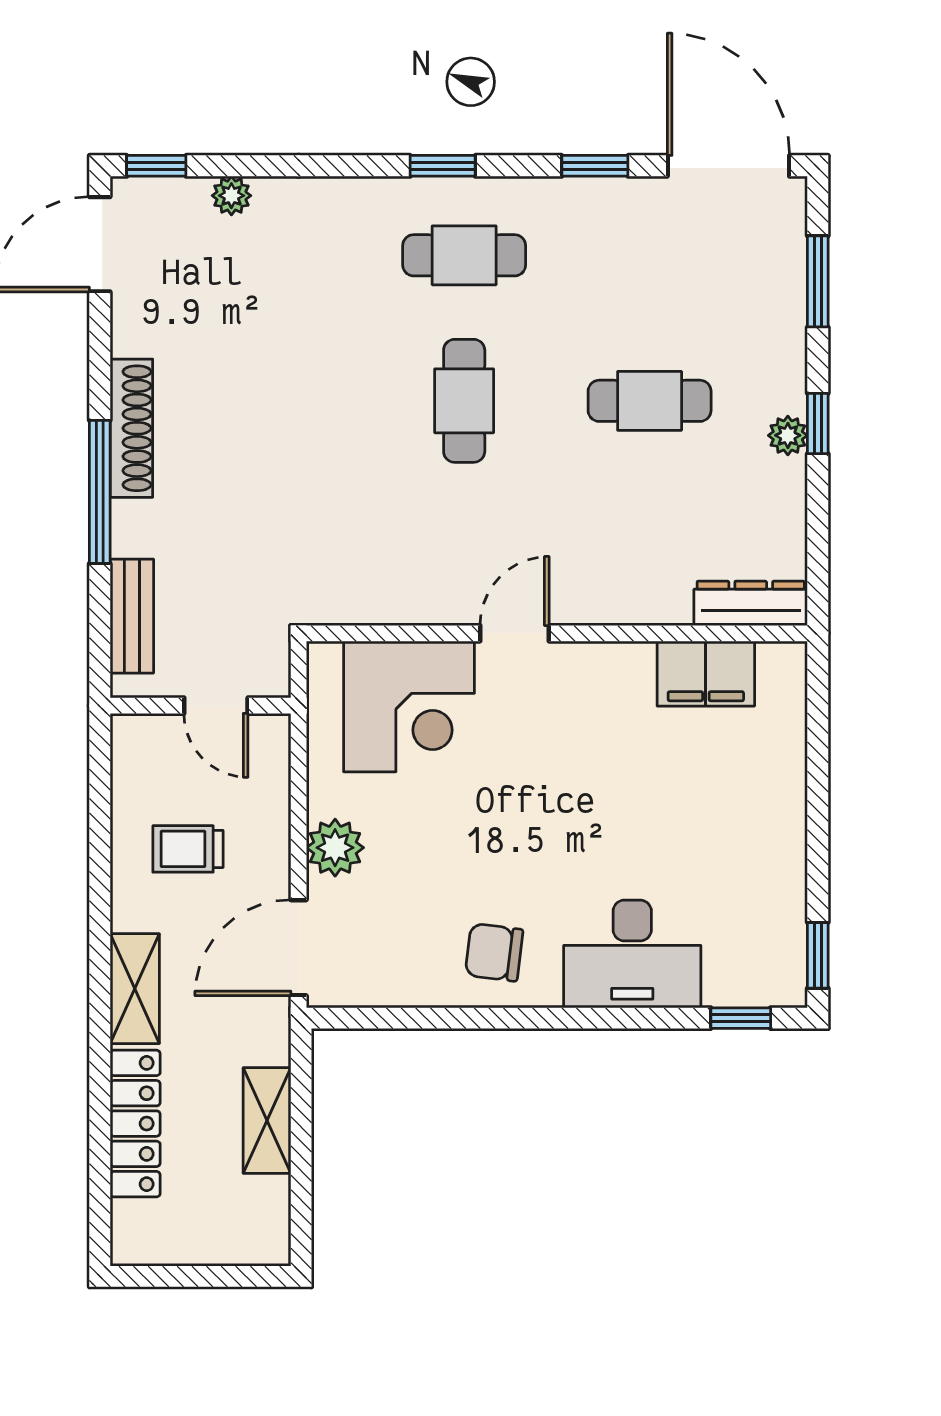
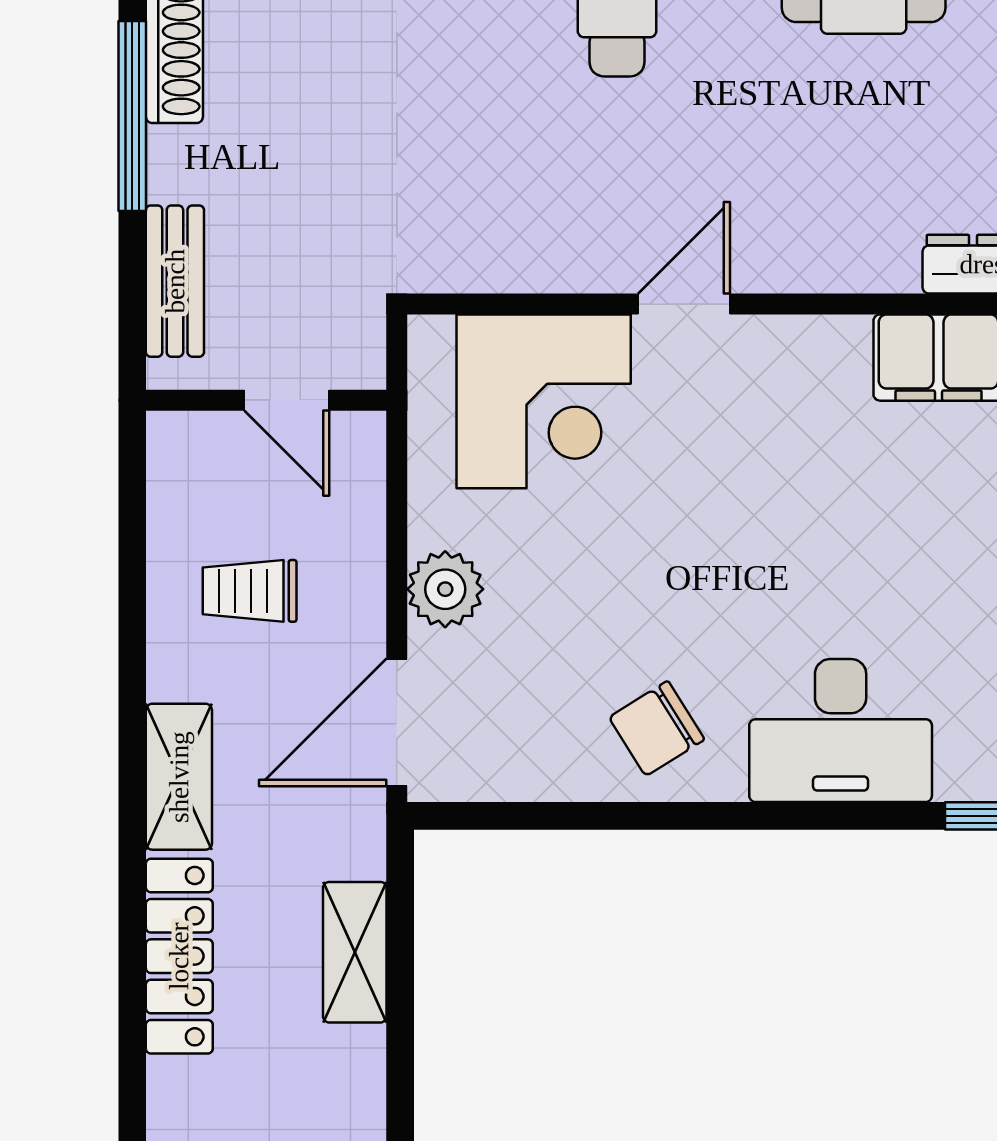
chair: (494, 952) -> (657, 728), turned -39

